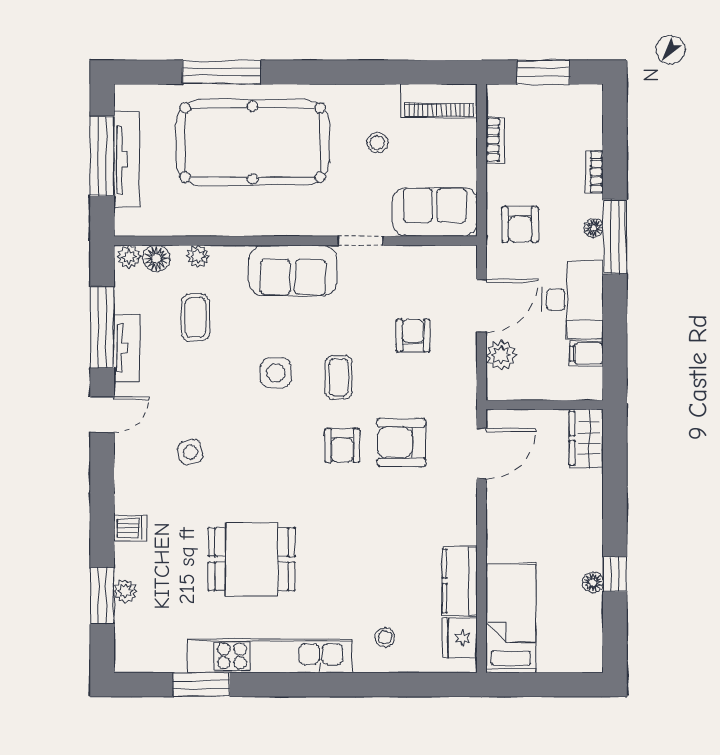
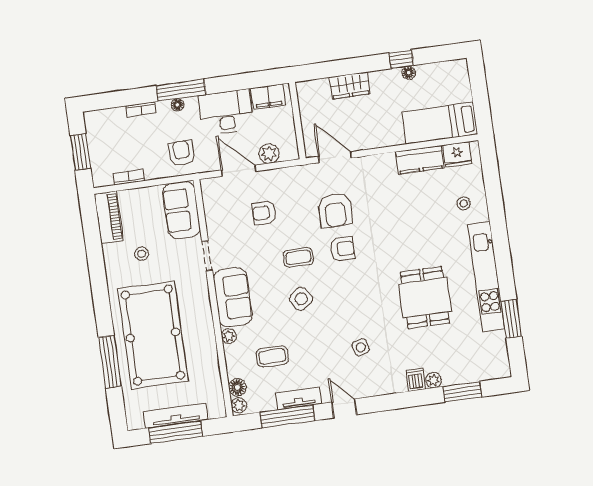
armchair: (520, 224) -> (182, 153), turned -92
plant: (198, 256) -> (229, 336), moved
filing cabinet: (587, 354) -> (268, 97), width x2.00
side table: (276, 373) -> (301, 299), turned -36
wardrobe: (586, 438) -> (350, 85), moved
plant: (125, 591) -> (433, 380), moved

